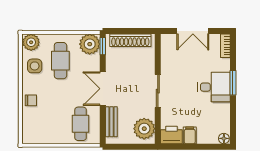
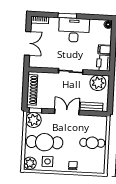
cafe table: (60, 61) -> (45, 142), width x1.37, depth x1.35
desk: (214, 87) -> (74, 30), width x1.37
double door: (103, 89) -> (67, 112), swing flipped
cafe table: (81, 124) -> (92, 143), moved

